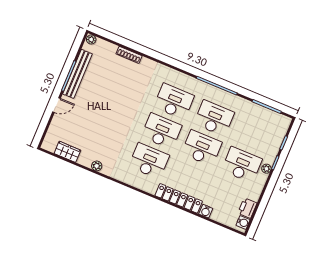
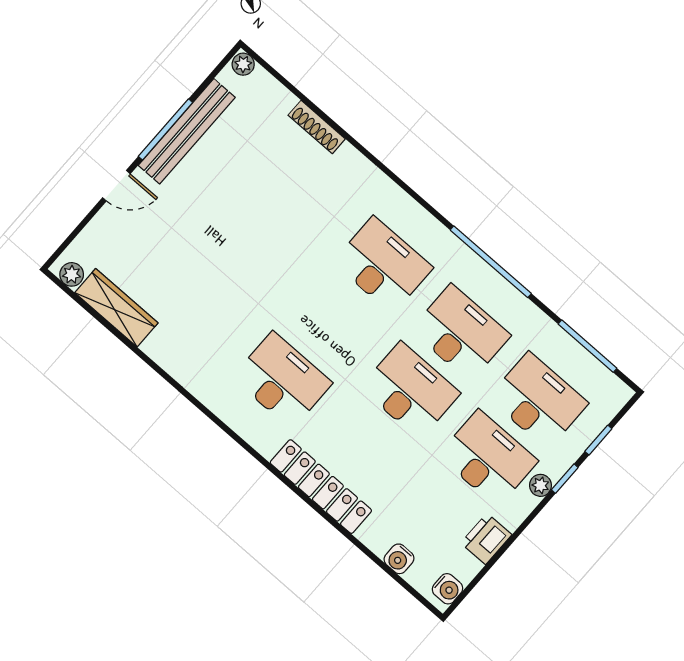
desk: (161, 131) -> (538, 401), moved
wardrobe: (67, 152) -> (116, 308), width x1.50
plant: (97, 166) -> (72, 274), moved
printer: (247, 208) -> (486, 539), moved
water cooler: (206, 211) -> (399, 559), moved

